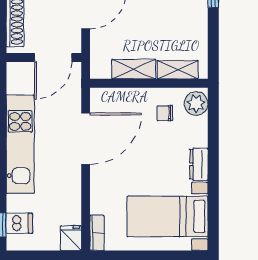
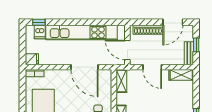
shelving: (134, 69) -> (121, 81), moved
kitchen unit: (20, 144) -> (82, 32), width x1.36

